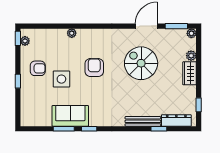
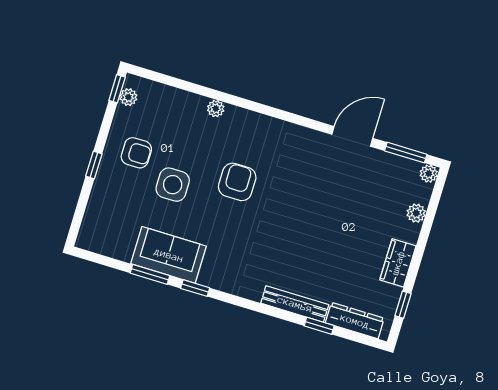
spiral stairs: (141, 63) -> (323, 200), removed
wardrobe: (190, 73) -> (398, 263), moved

